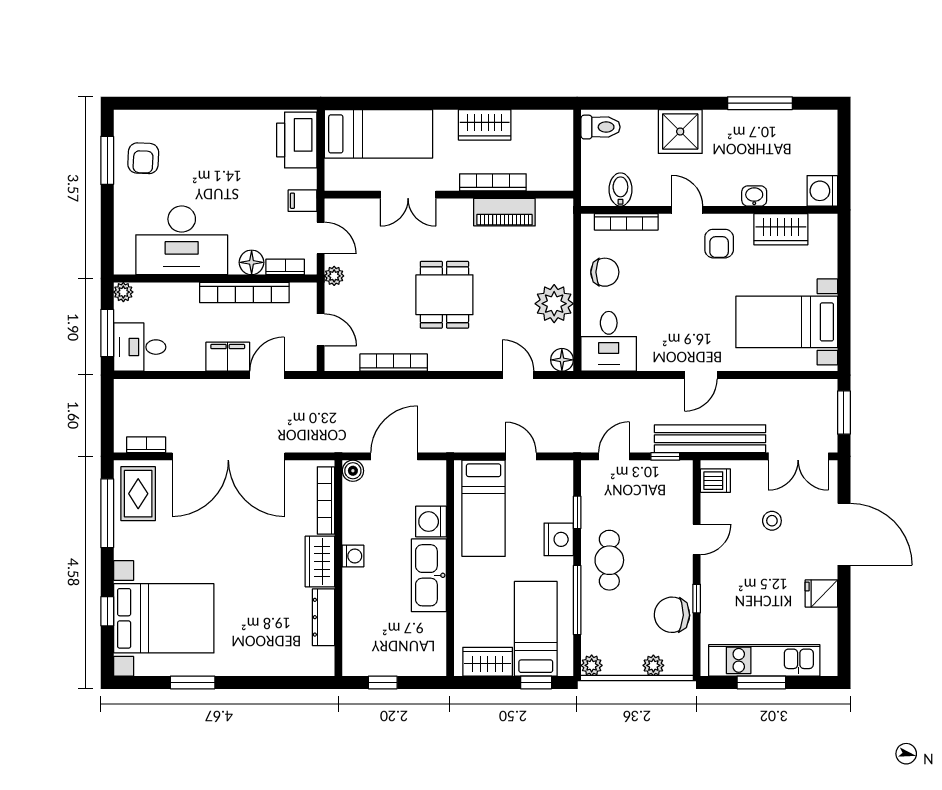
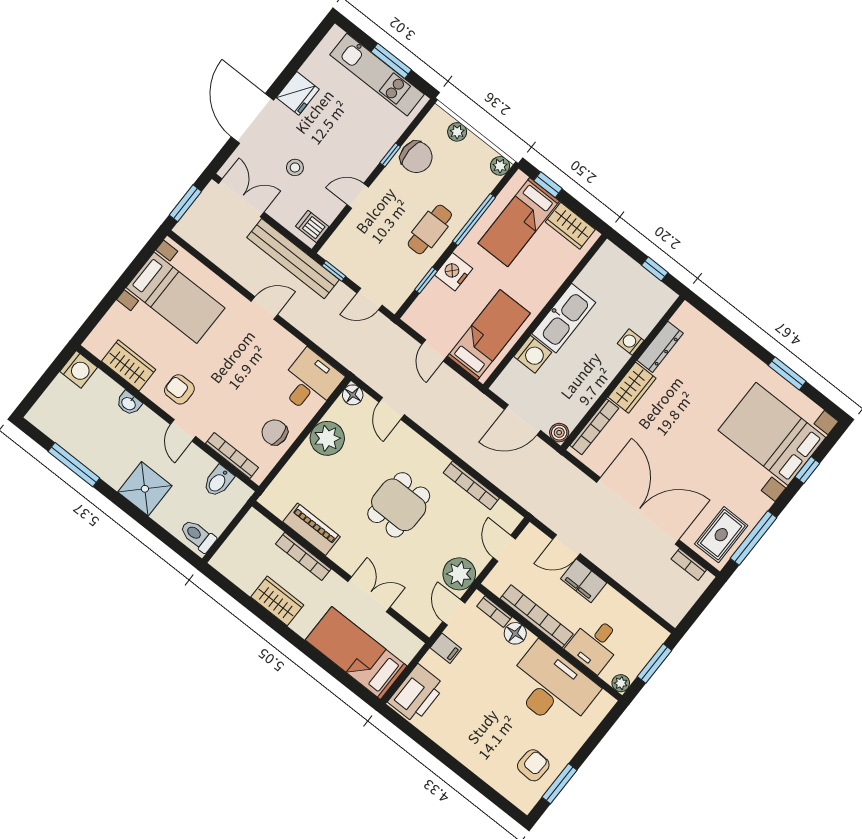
armchair: (719, 244) -> (179, 389), turned -90
plant: (334, 276) -> (459, 574), width x1.88, depth x1.88
desk: (140, 347) -> (595, 644), moved, turned 90
washing machine: (353, 556) -> (631, 342), moved
fridge: (821, 593) -> (298, 93), width x1.38

